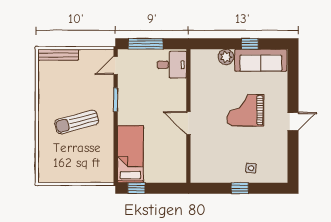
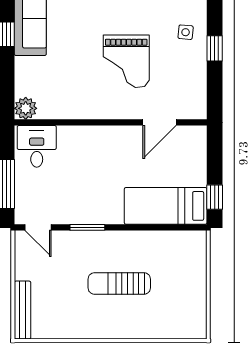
plant: (226, 57) -> (26, 108), moved
grand piano: (245, 110) -> (126, 61), moved
sun lounger: (77, 122) -> (119, 283), turned 105
door: (188, 123) -> (160, 122), moved

